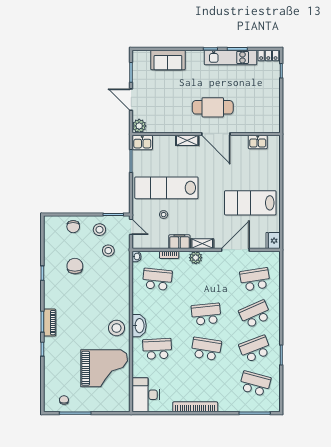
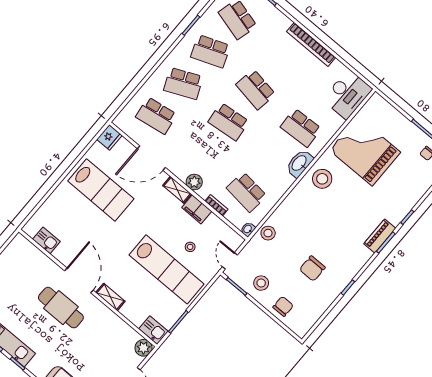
stool: (108, 251) -> (268, 233), moved

